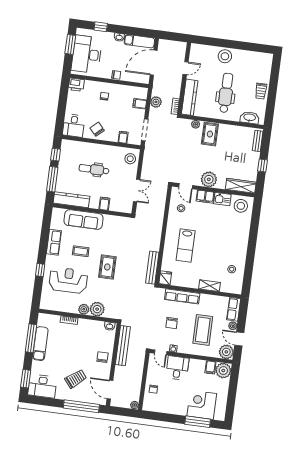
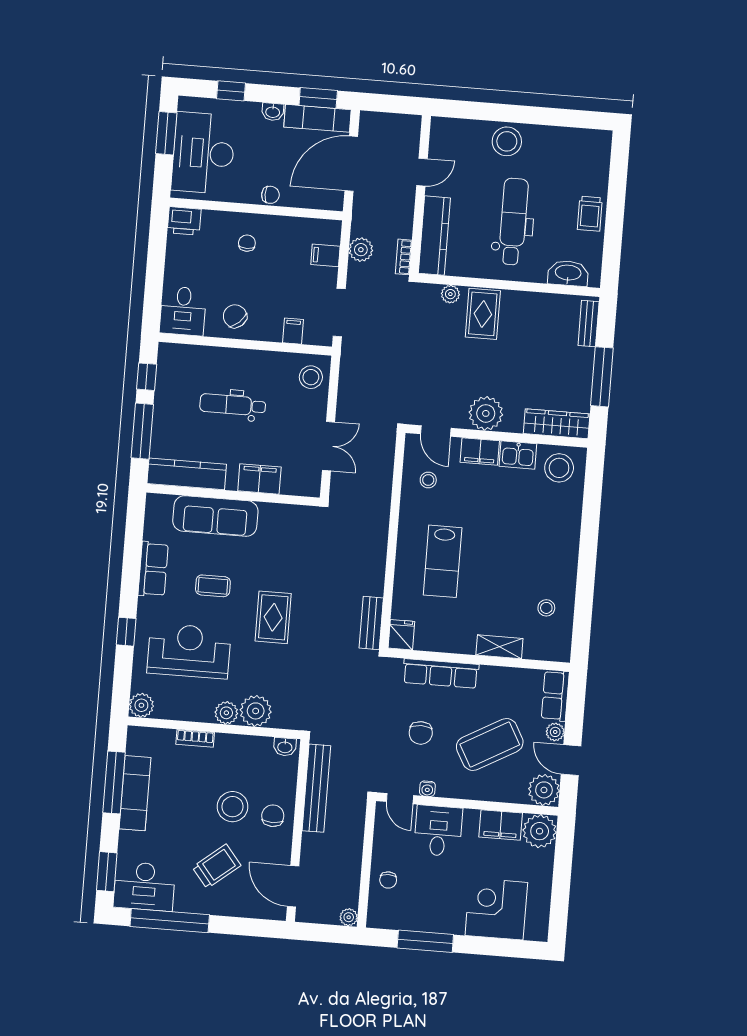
window: (140, 32) -> (318, 98), added
window: (262, 165) -> (602, 377), width x2.17
filing cabinet: (104, 204) -> (259, 479), width x2.00
bench: (152, 268) -> (371, 623), width x0.73
plant: (45, 304) -> (141, 705), added
coffee table: (203, 330) -> (490, 744), turned 61
stool: (84, 352) -> (233, 807), added
filing cabinet: (210, 367) -> (501, 825), width x2.00
window: (81, 406) -> (170, 921), moved
window: (198, 422) -> (425, 941), moved

